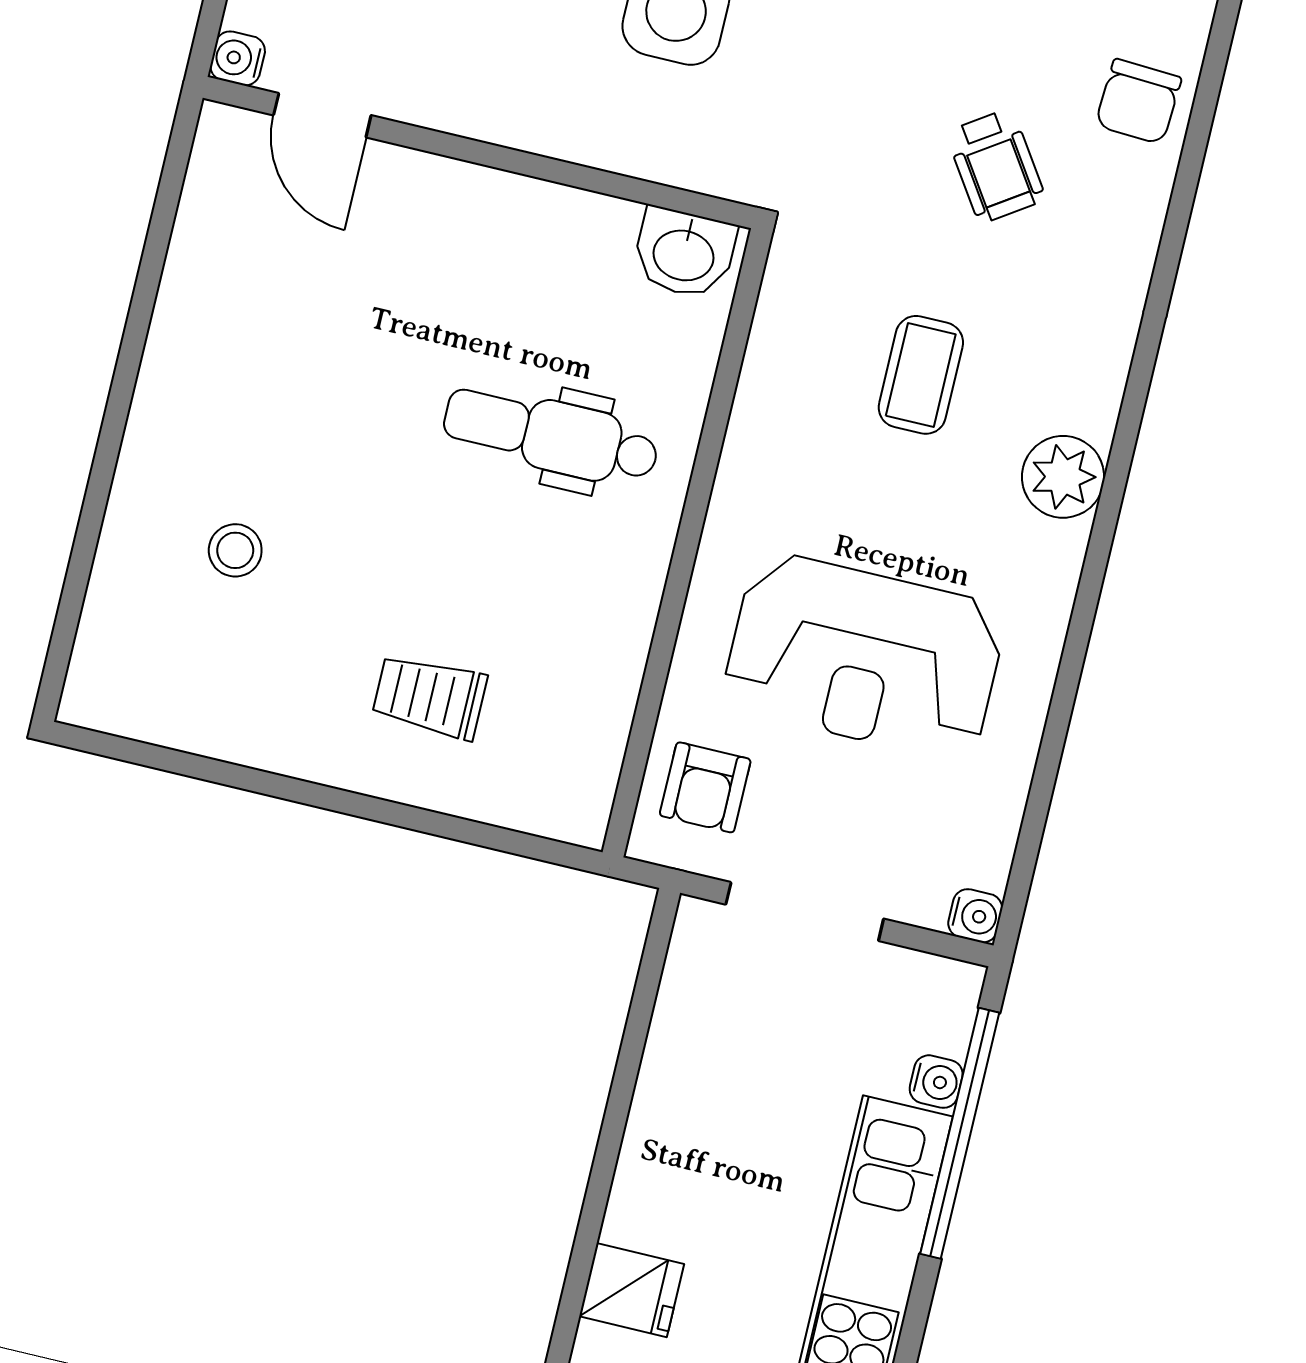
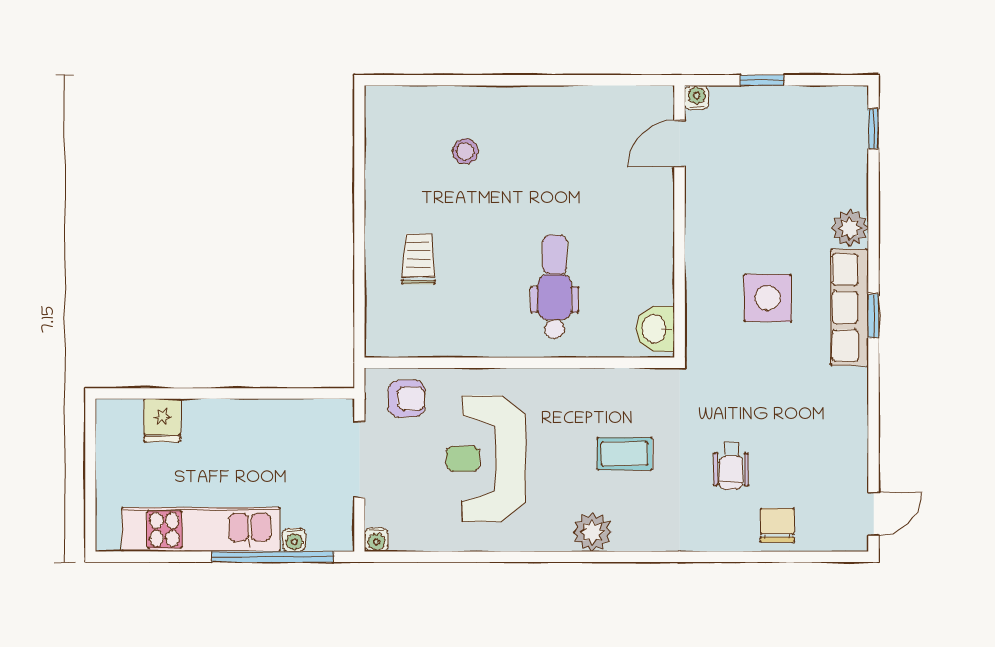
chair: (1138, 101) -> (777, 525), turned 87
wheelchair: (996, 166) -> (731, 465), turned -56
armchair: (705, 787) -> (407, 399), turned 180

